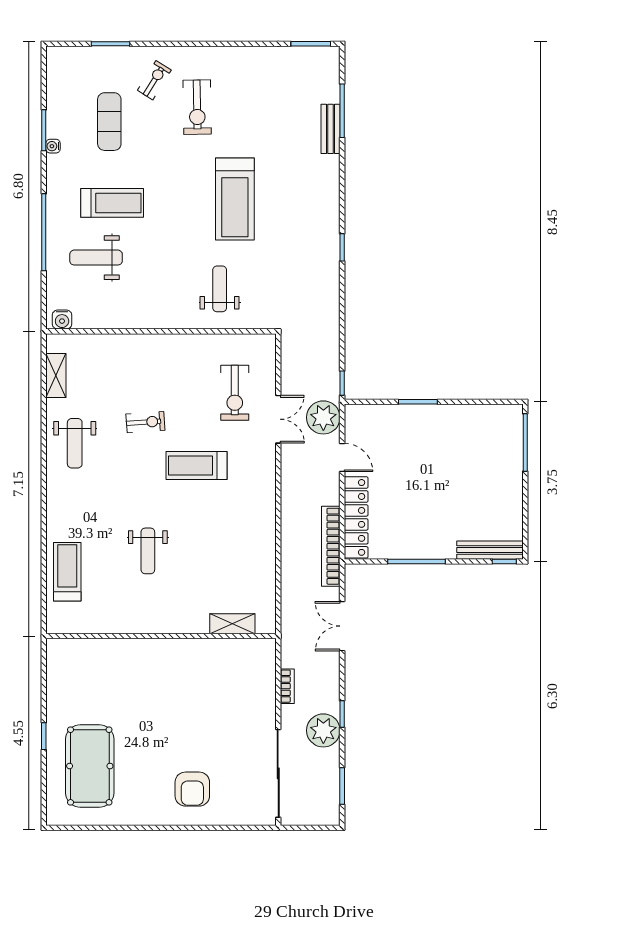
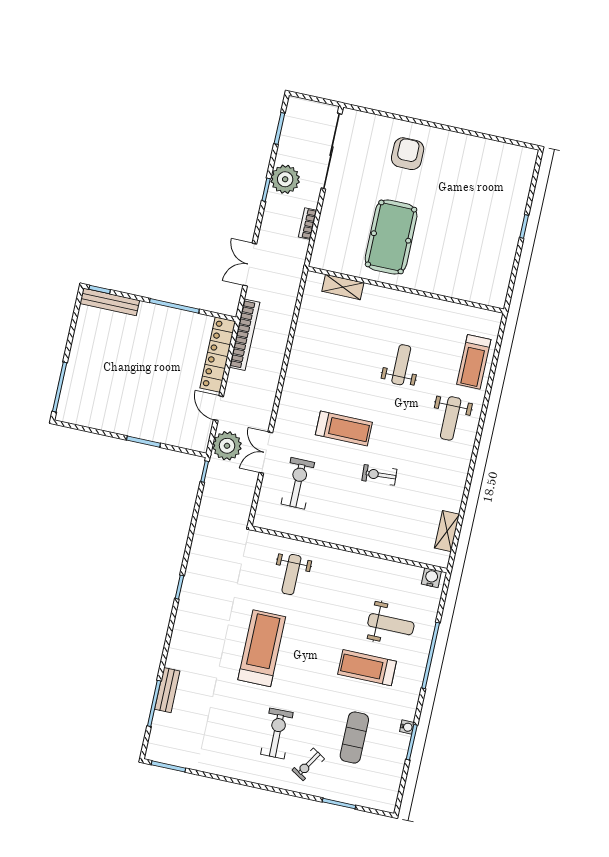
weight bench: (75, 443) -> (451, 418), moved, turned 180
double door: (342, 626) -> (250, 265), swing flipped
pool table: (90, 766) -> (391, 237), moved

